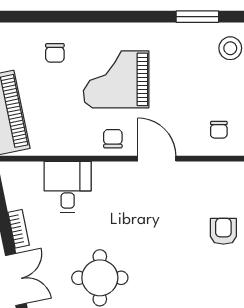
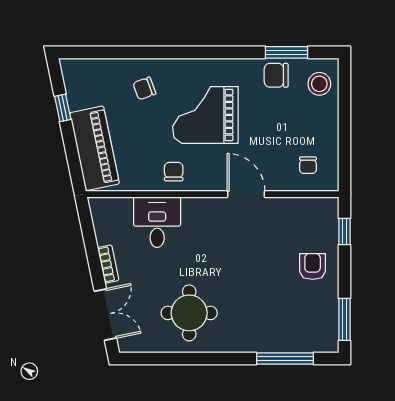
chair: (187, 40) -> (276, 75), added
chair: (55, 53) -> (144, 88), turned 70
chair: (113, 139) -> (174, 172), moved

